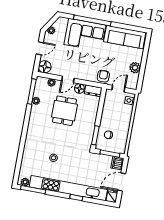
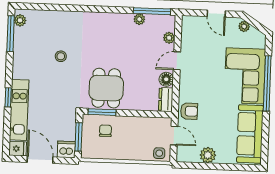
floor lamp: (45, 67) -> (190, 25), removed
door: (68, 79) -> (177, 61), hinge flipped
dining table: (64, 111) -> (106, 88), moved, turned 90
kitchen unit: (68, 188) -> (19, 110), width x0.54

